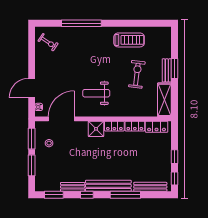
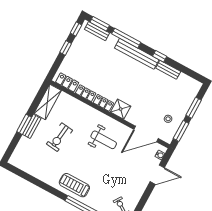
treadmill: (129, 40) -> (74, 185), moved
bench: (150, 187) -> (97, 31), width x0.73
window: (54, 195) -> (100, 24), moved

